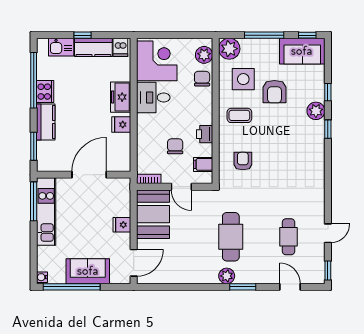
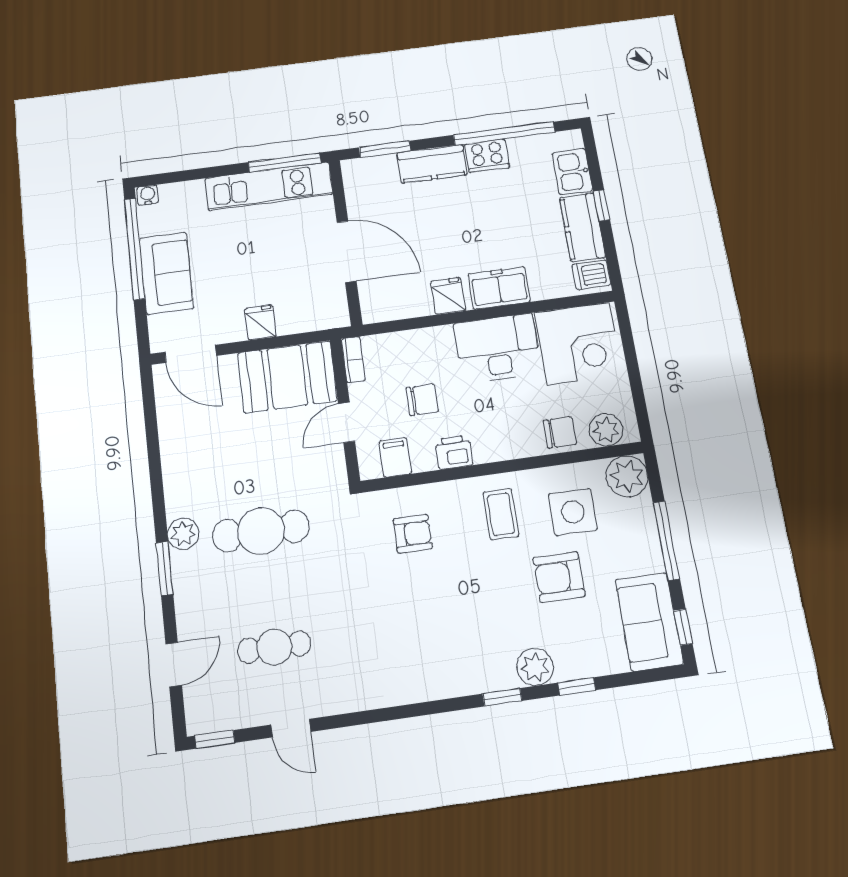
desk: (153, 98) -> (498, 348), width x1.37

